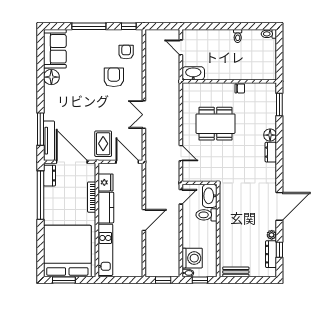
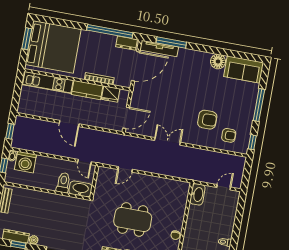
dining table: (215, 124) -> (133, 220), moved, turned 90
rug: (103, 144) -> (147, 98), removed

